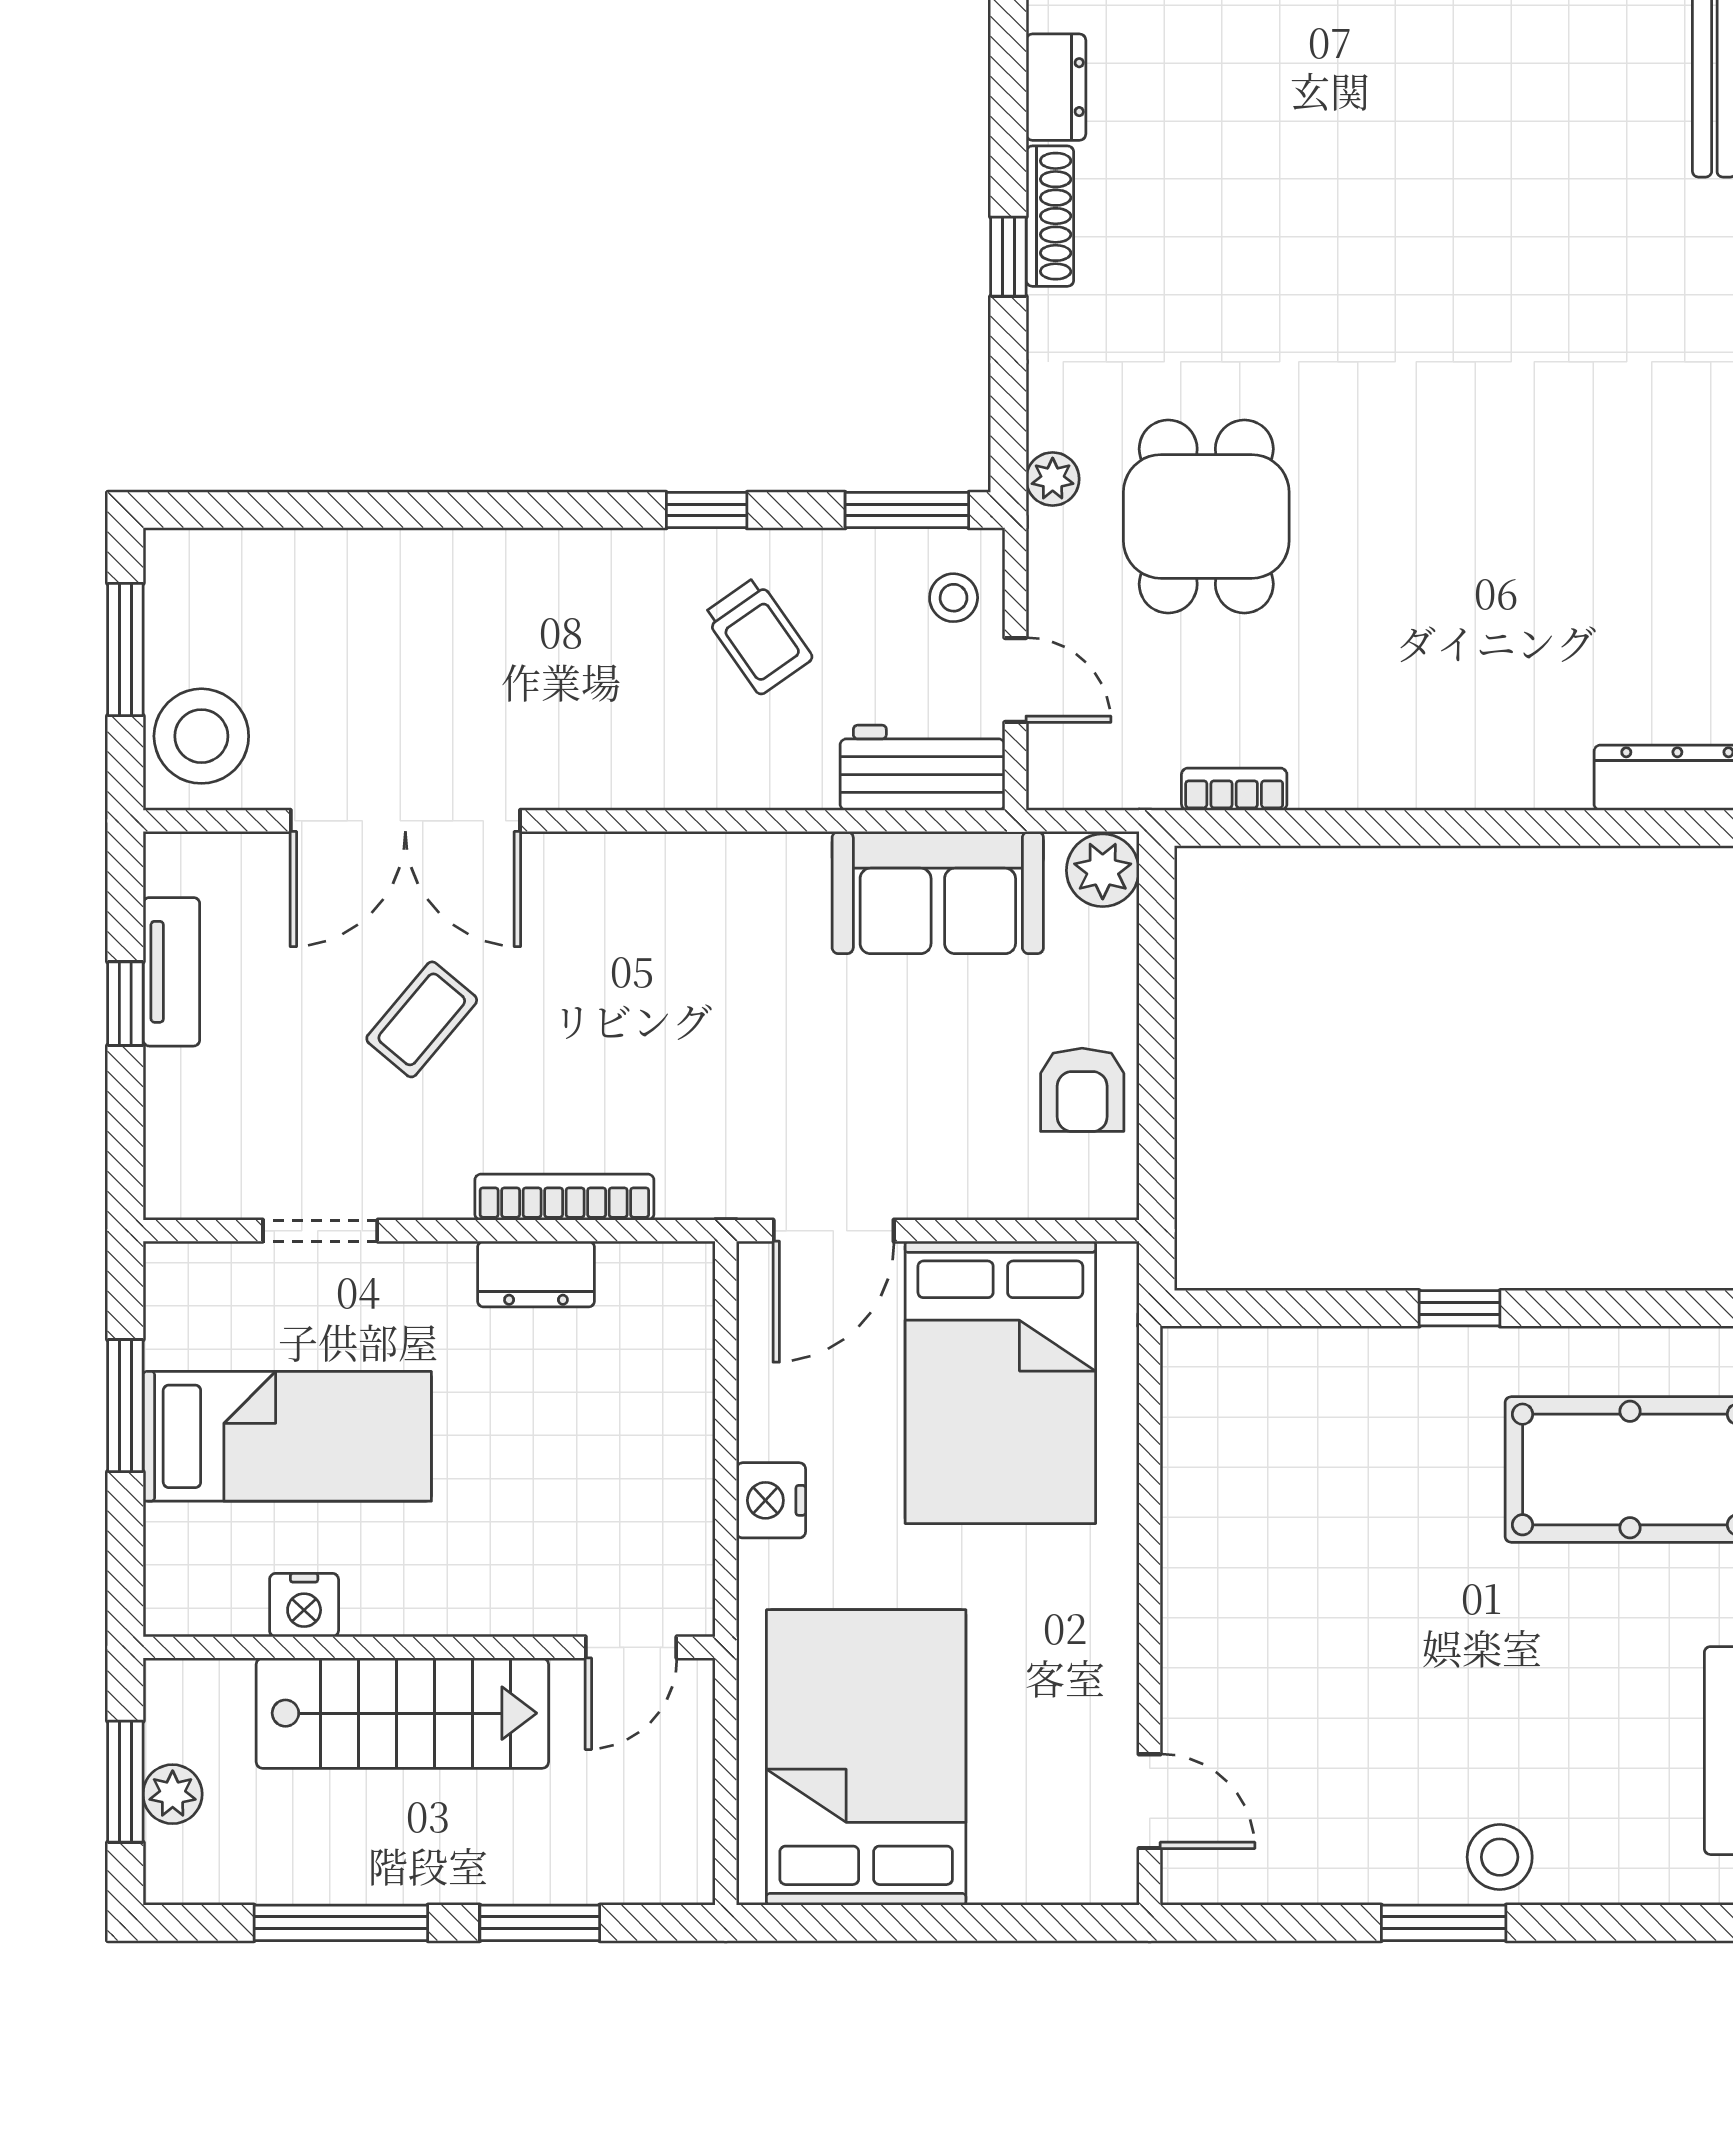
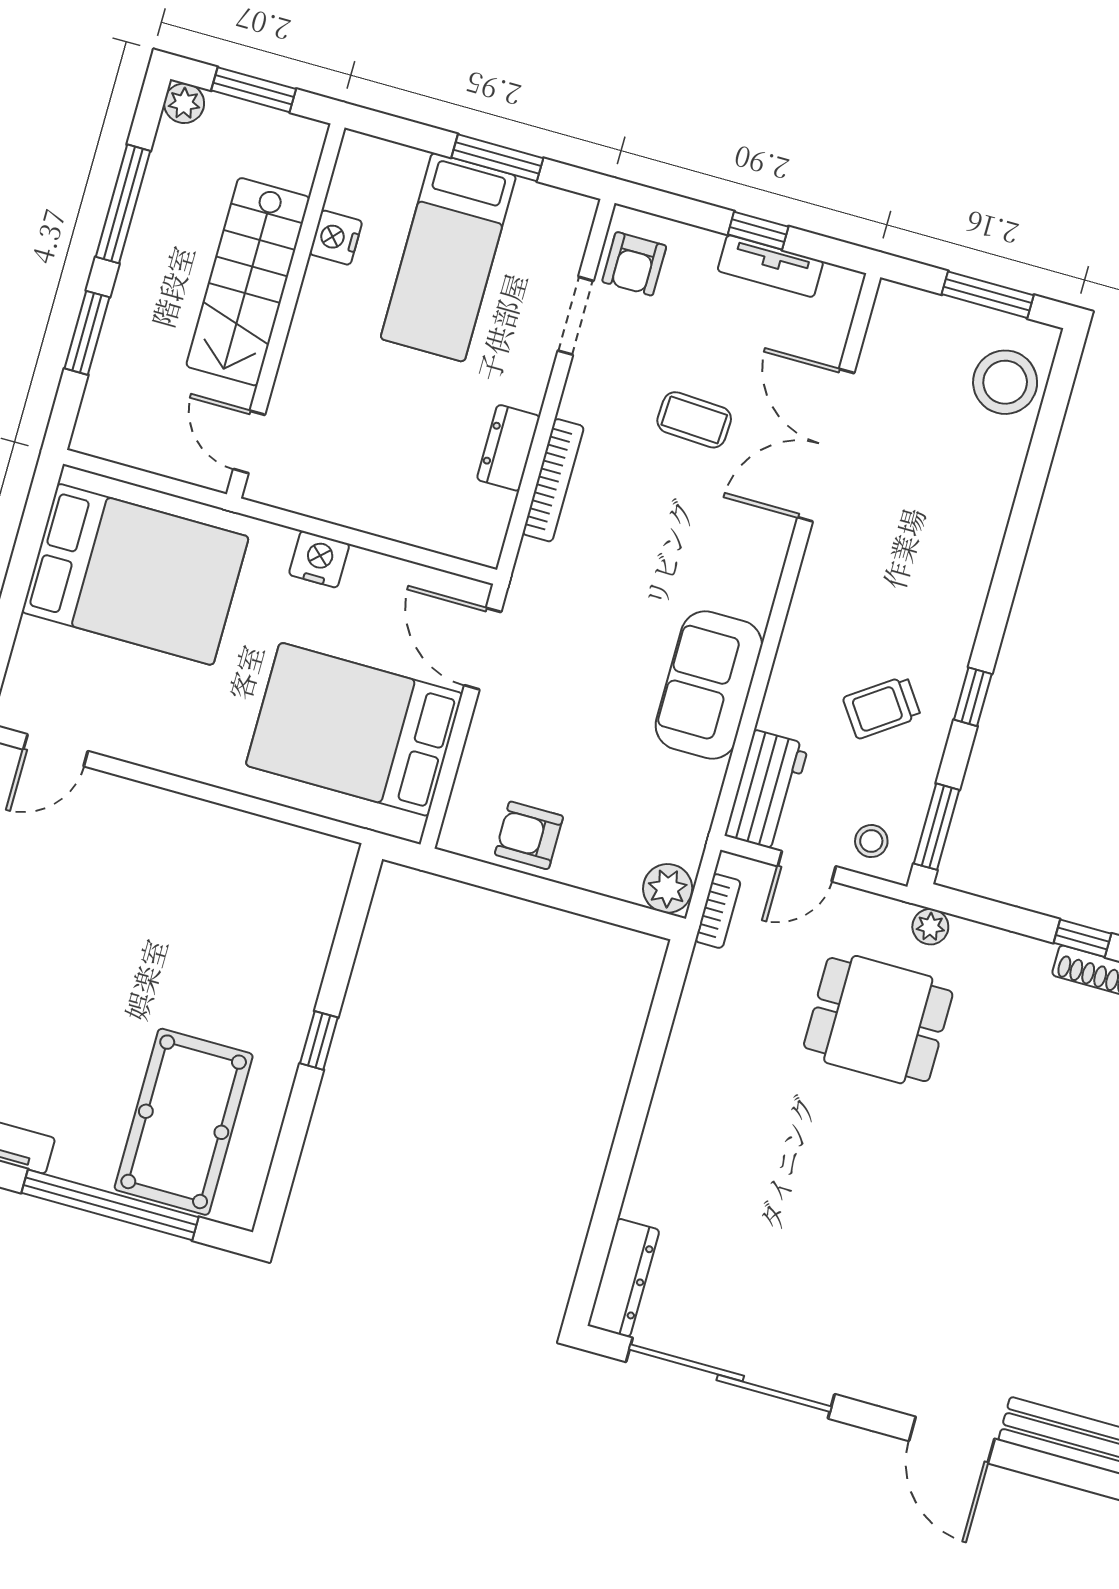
stool: (201, 736) -> (1005, 382), moved
bookcase: (1234, 789) -> (718, 911), moved
sofa: (938, 893) -> (709, 685), moved
coffee table: (422, 1019) -> (694, 420), turned -37
armchair: (222, 1168) -> (634, 264), added
plant: (173, 1794) -> (184, 103), moved

